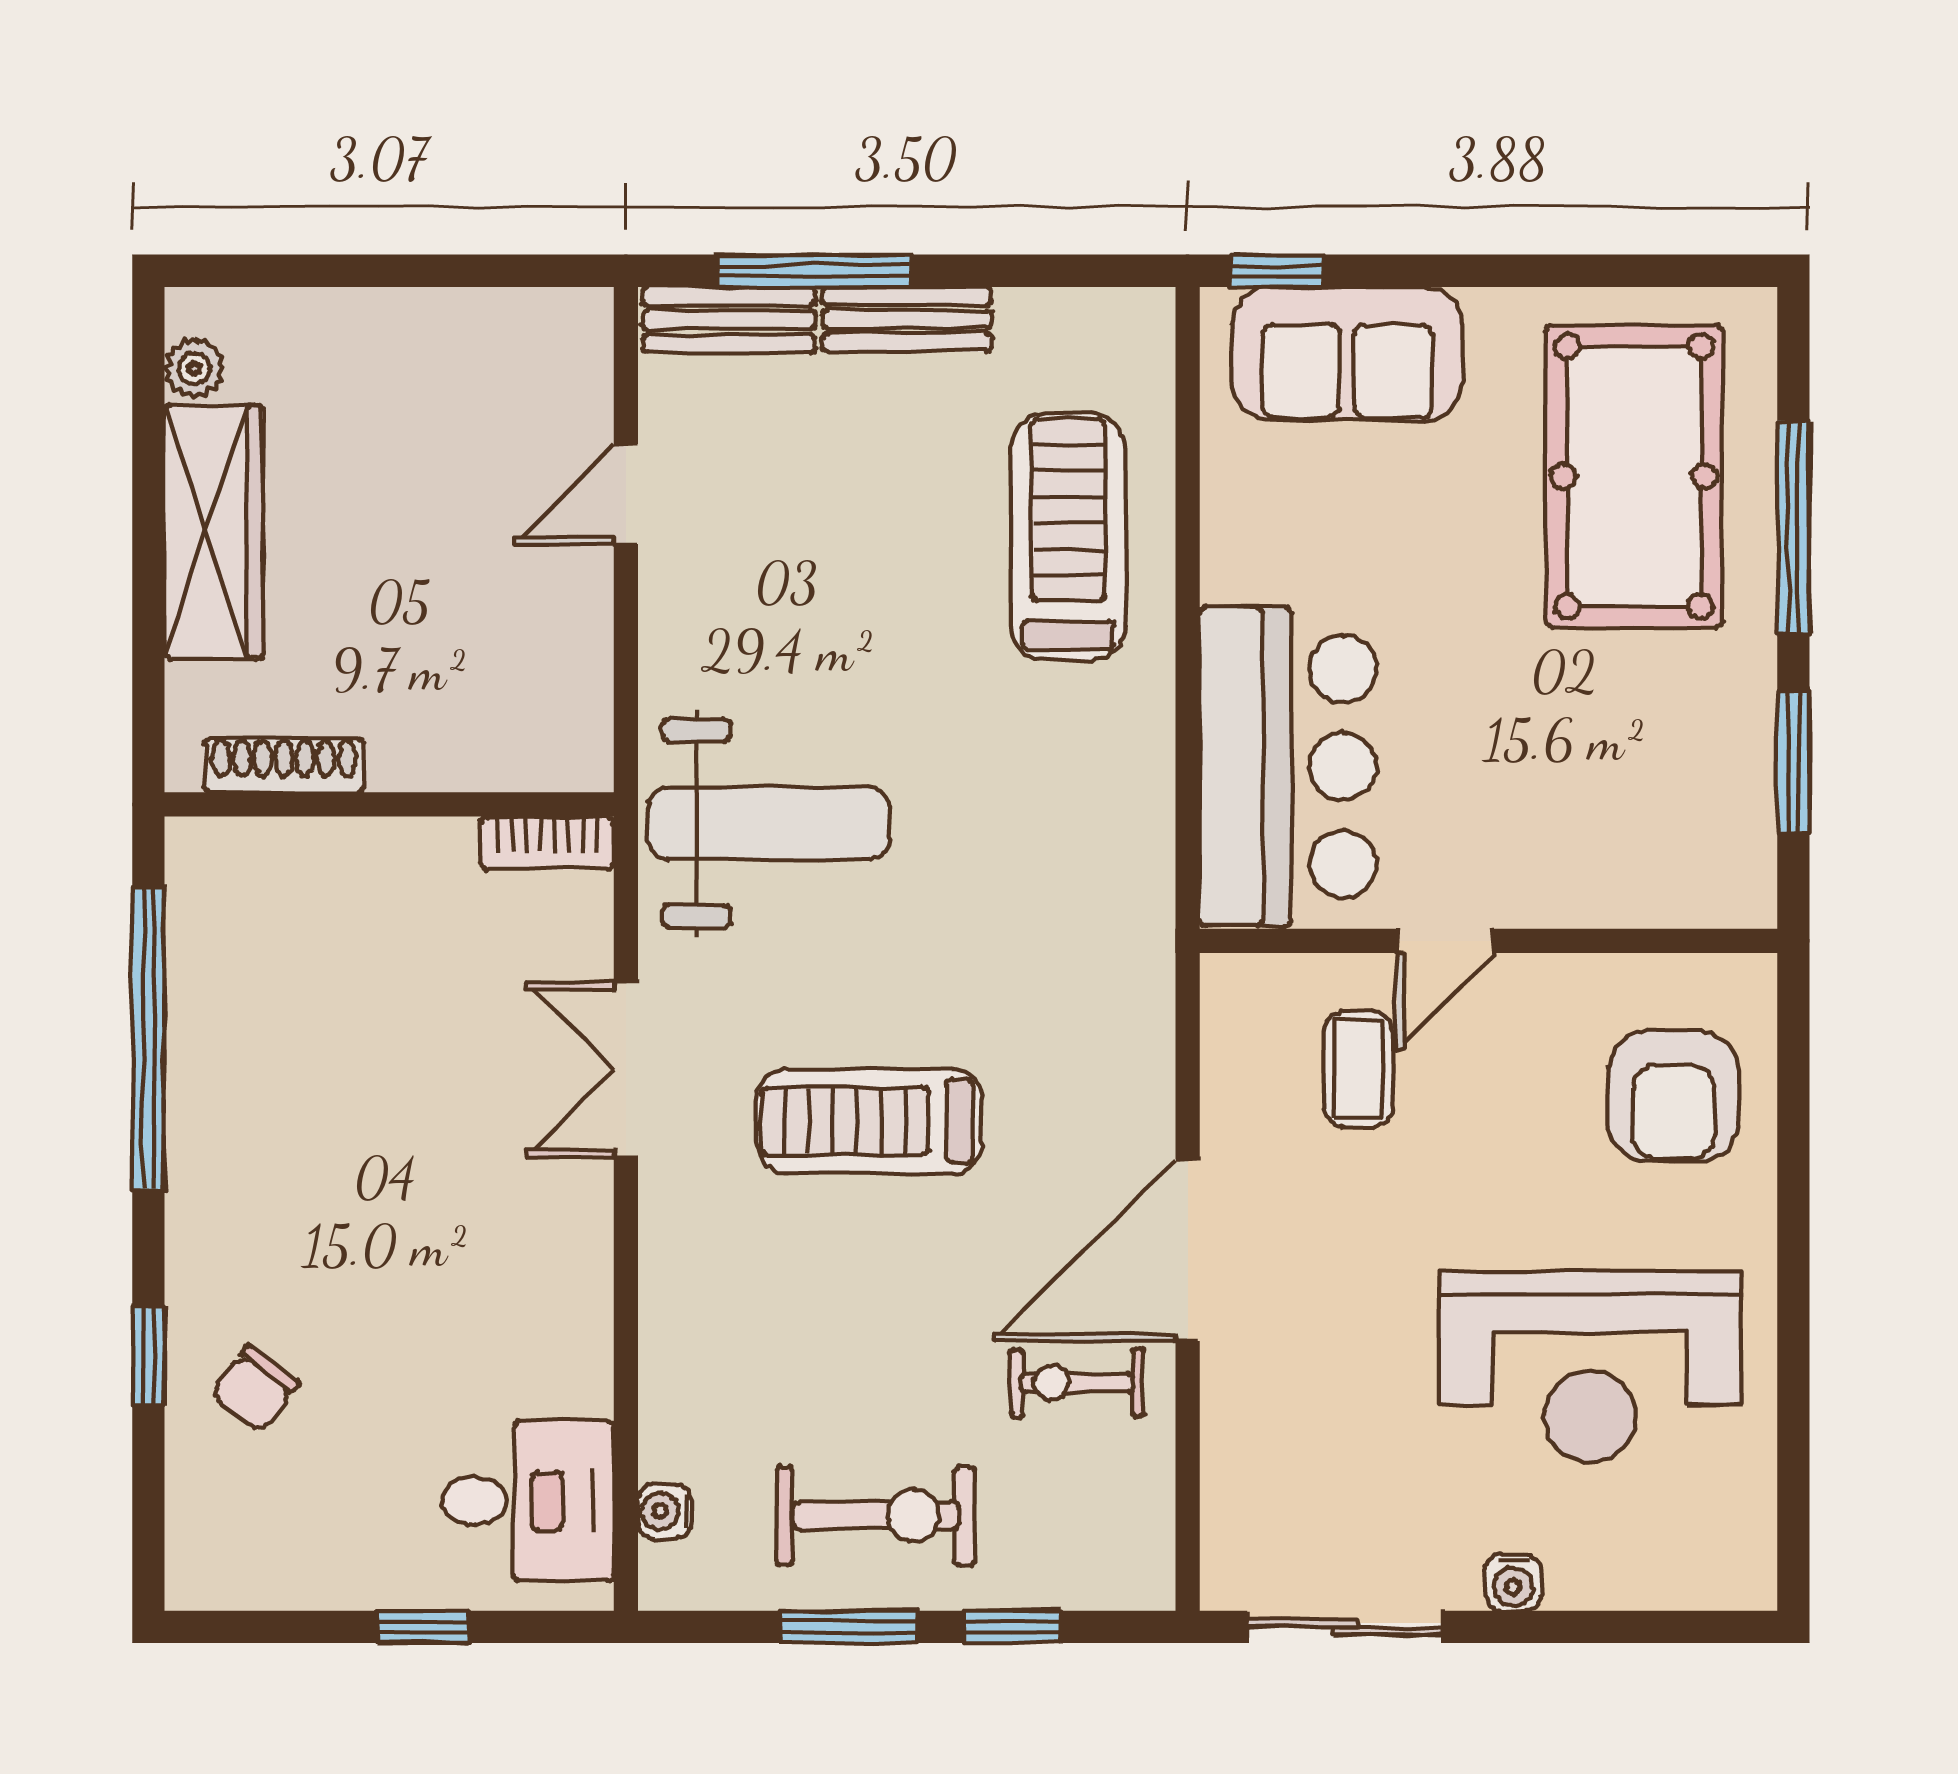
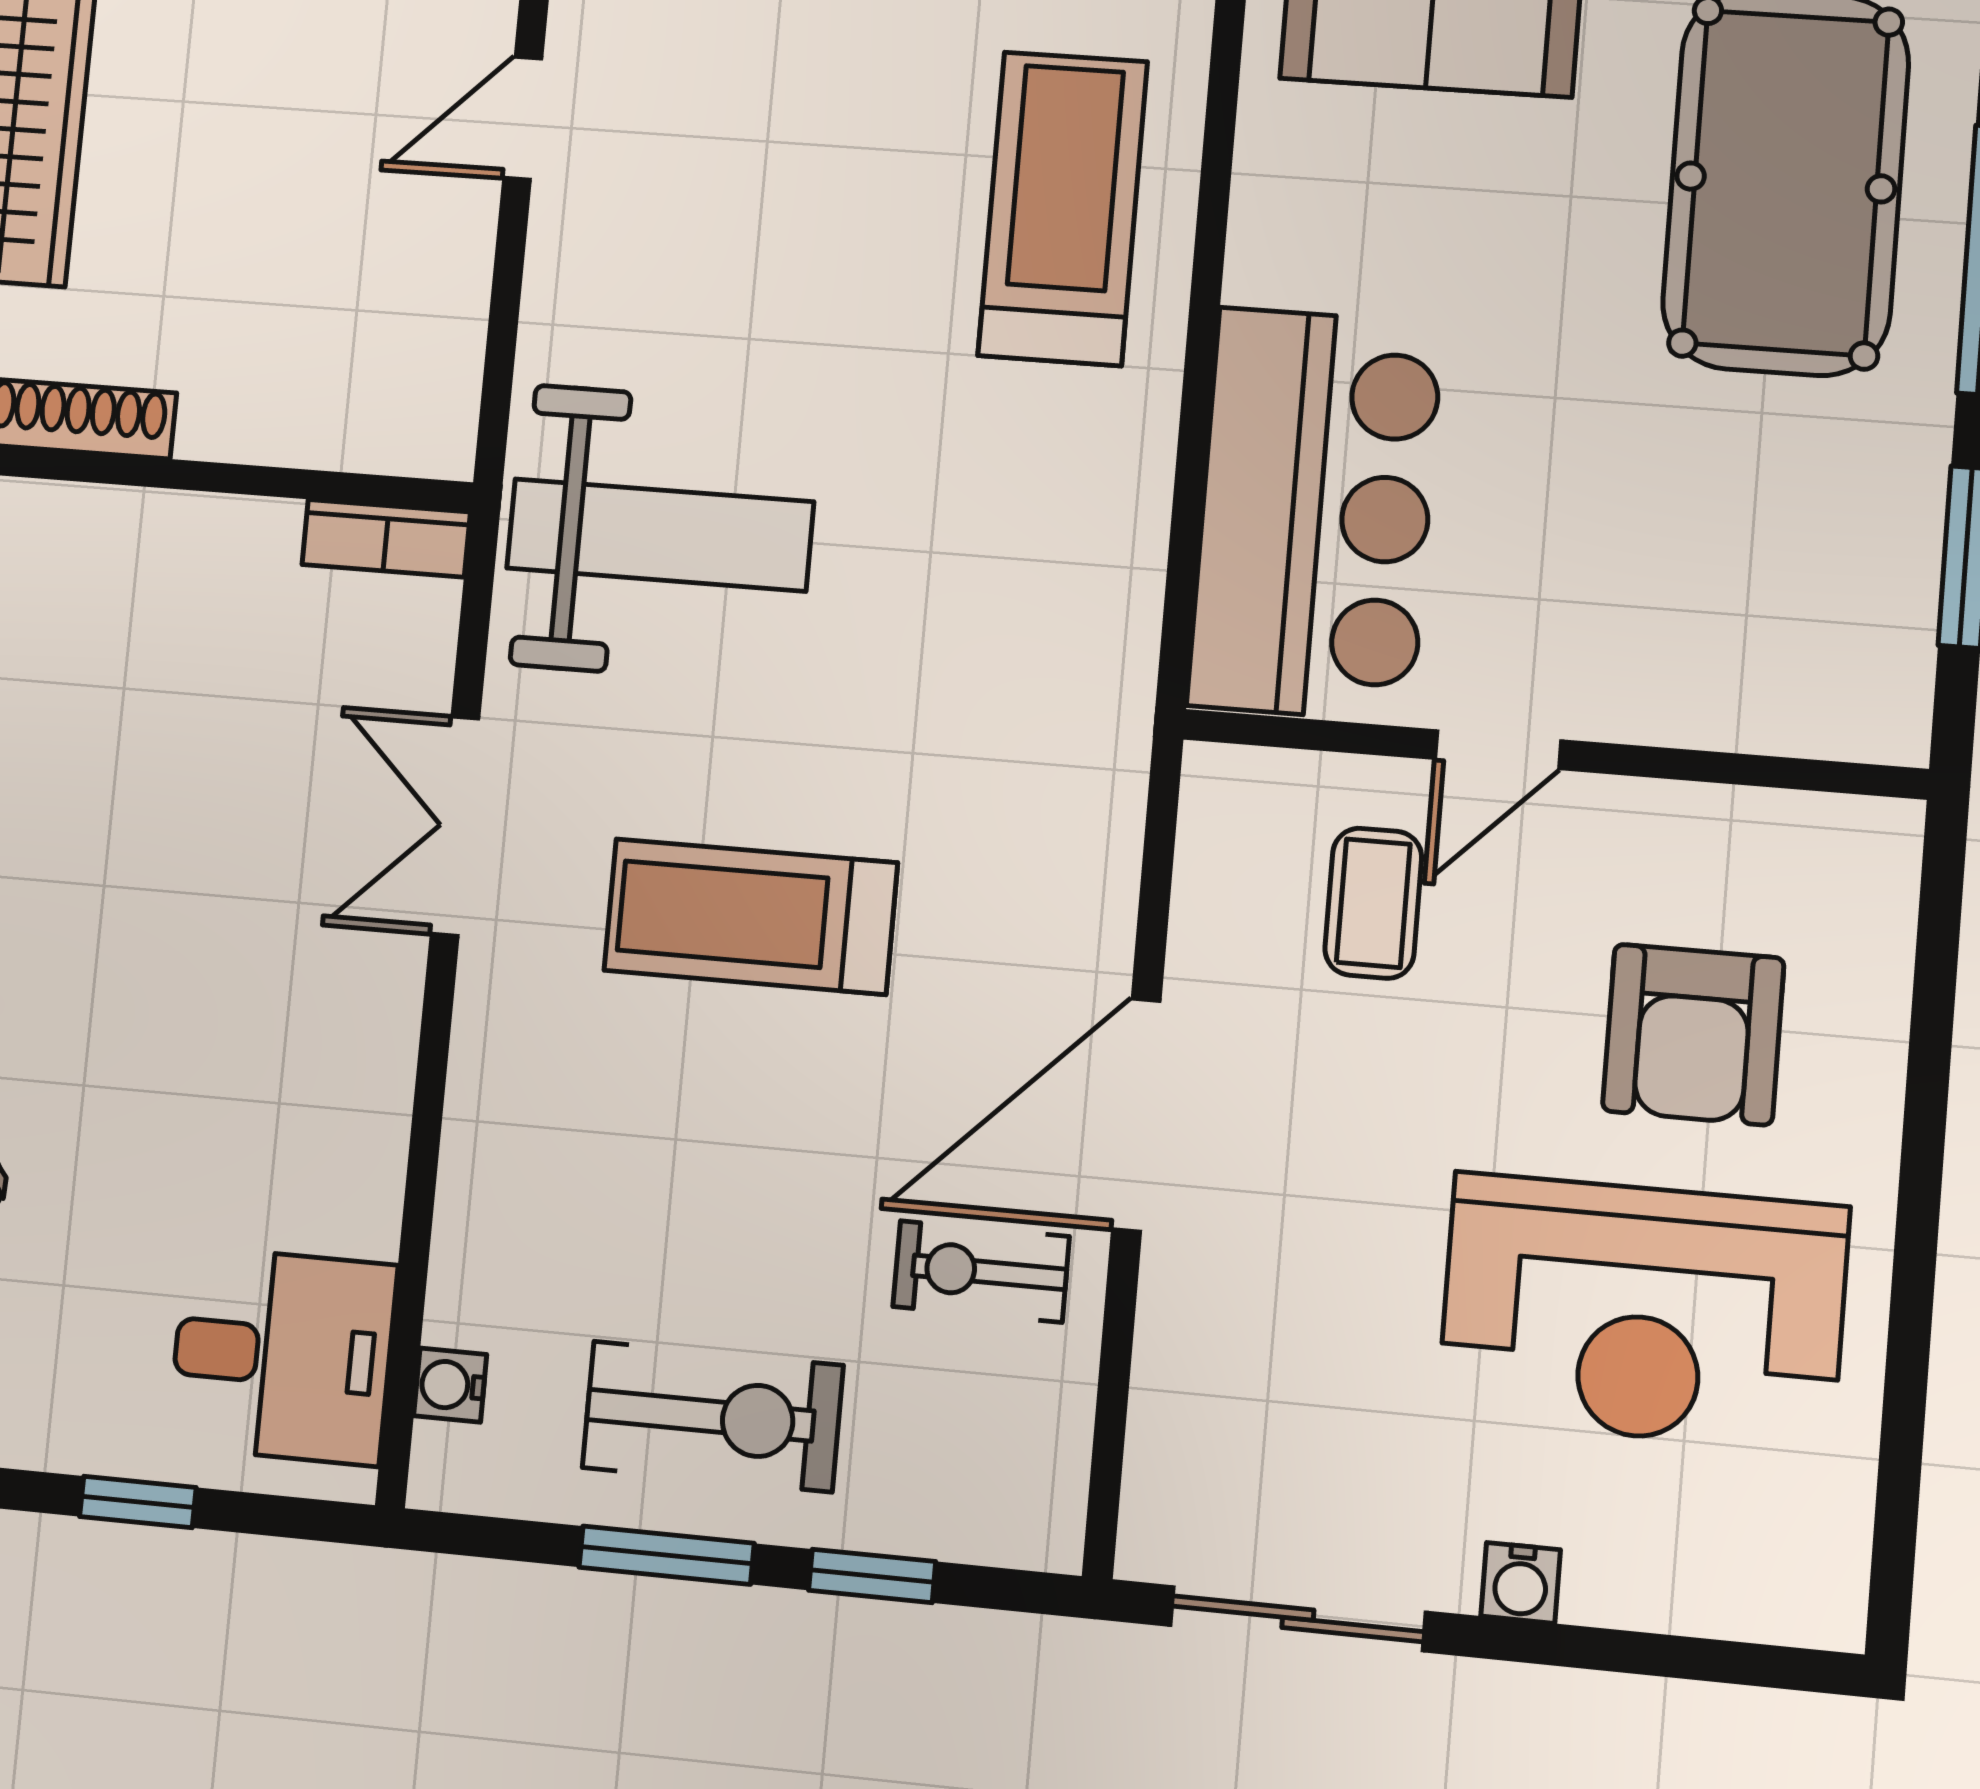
armchair: (1673, 1096) -> (1693, 1035), moved

